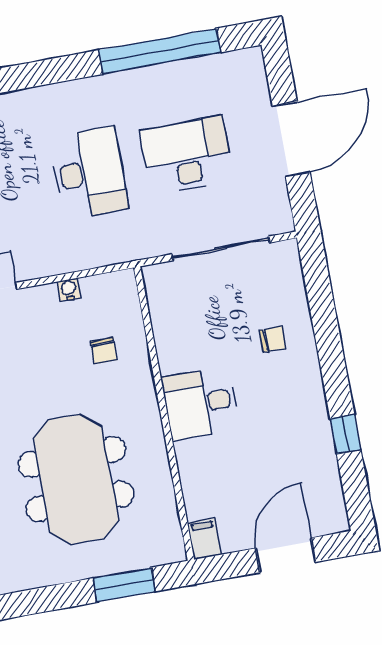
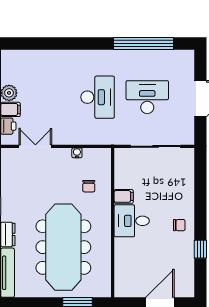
chair: (273, 339) -> (179, 225), moved
meeting table: (76, 479) -> (63, 247), width x1.36
filing cabinet: (204, 539) -> (124, 196), moved, turned 90

